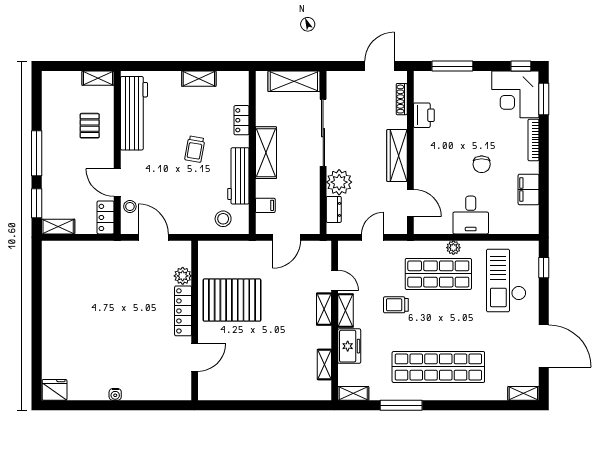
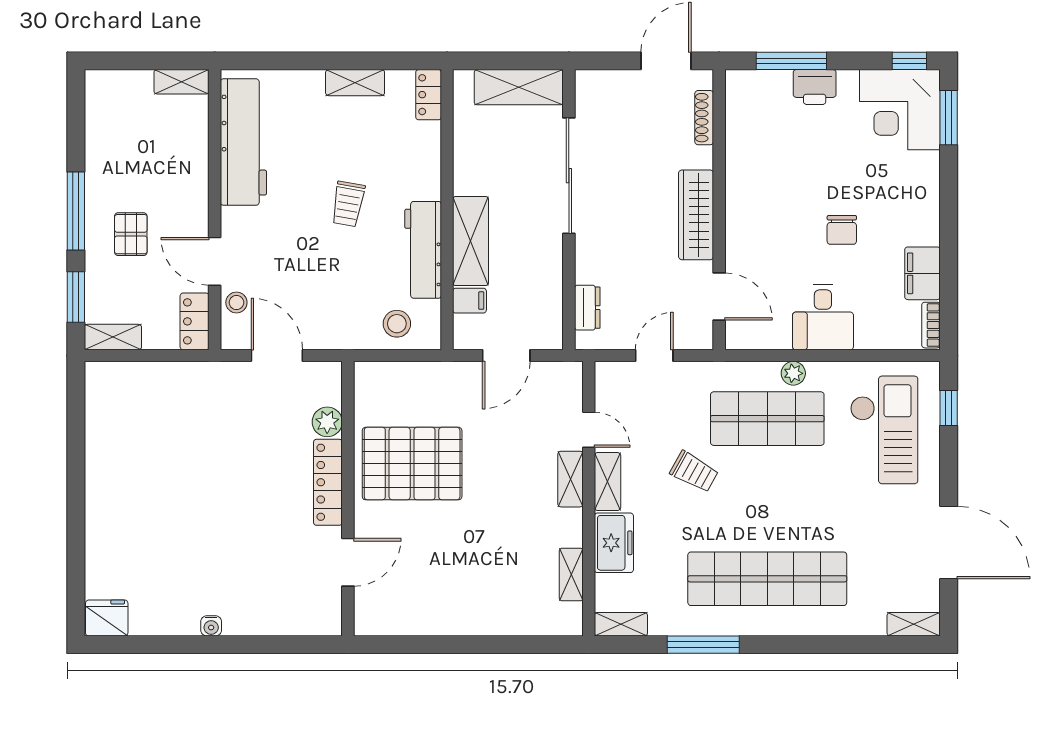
printer: (424, 115) -> (815, 87), moved, turned 90
locker: (242, 120) -> (429, 95), moved
pallet: (90, 126) -> (131, 234), moved
bookcase: (533, 140) -> (931, 325), moved, width x0.64
shelving: (266, 153) -> (471, 241), moved
plant: (339, 182) -> (597, 261), removed
checkout: (506, 280) -> (884, 430), turned 180
trolley: (396, 305) -> (694, 472), turned -151

